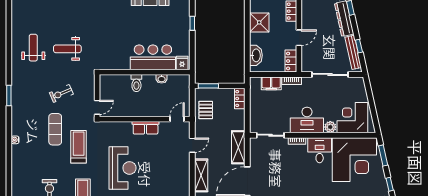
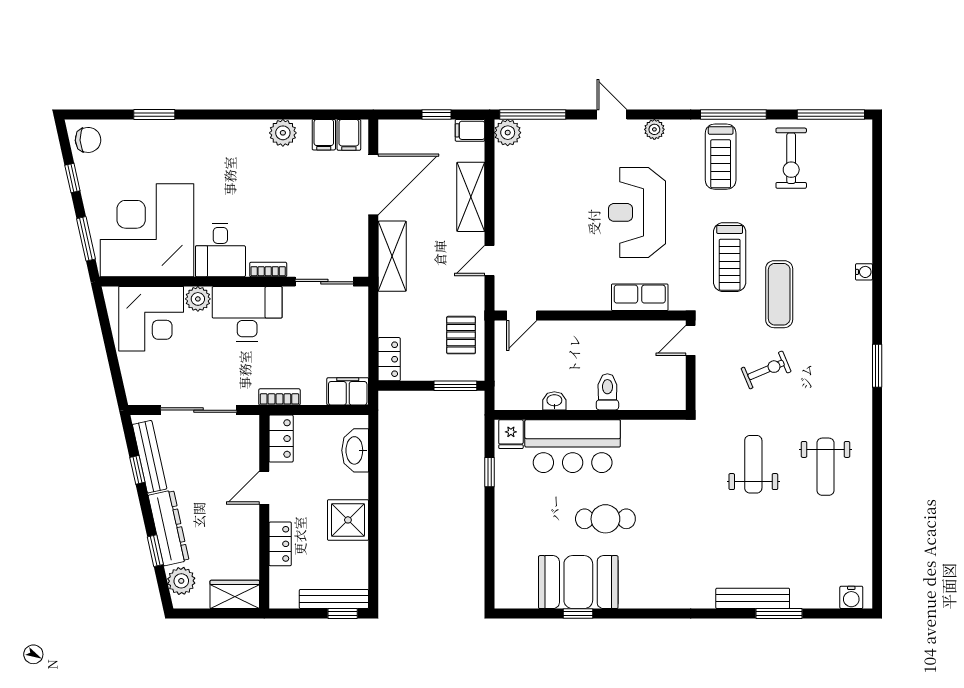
cafe table: (137, 23) -> (605, 519), added
window: (192, 23) -> (490, 472), moved
weight bench: (67, 49) -> (753, 464), turned -90
filing cabinet: (271, 83) -> (348, 391), moved
row of seats: (146, 128) -> (640, 297), moved

